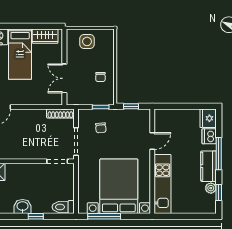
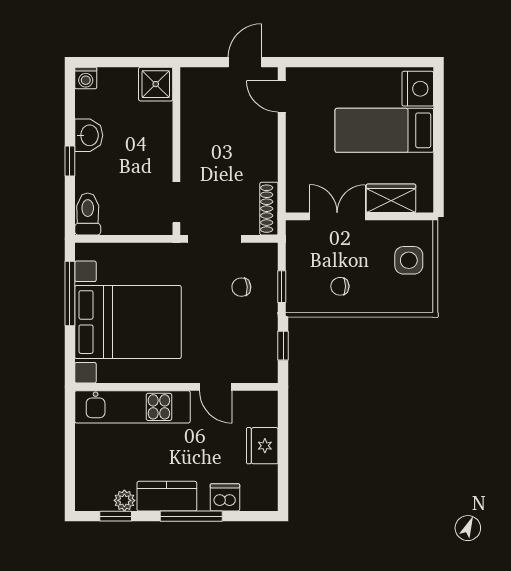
wardrobe: (45, 36) -> (391, 198), moved, turned 90
fridge: (208, 118) -> (262, 446), moved, turned -90

